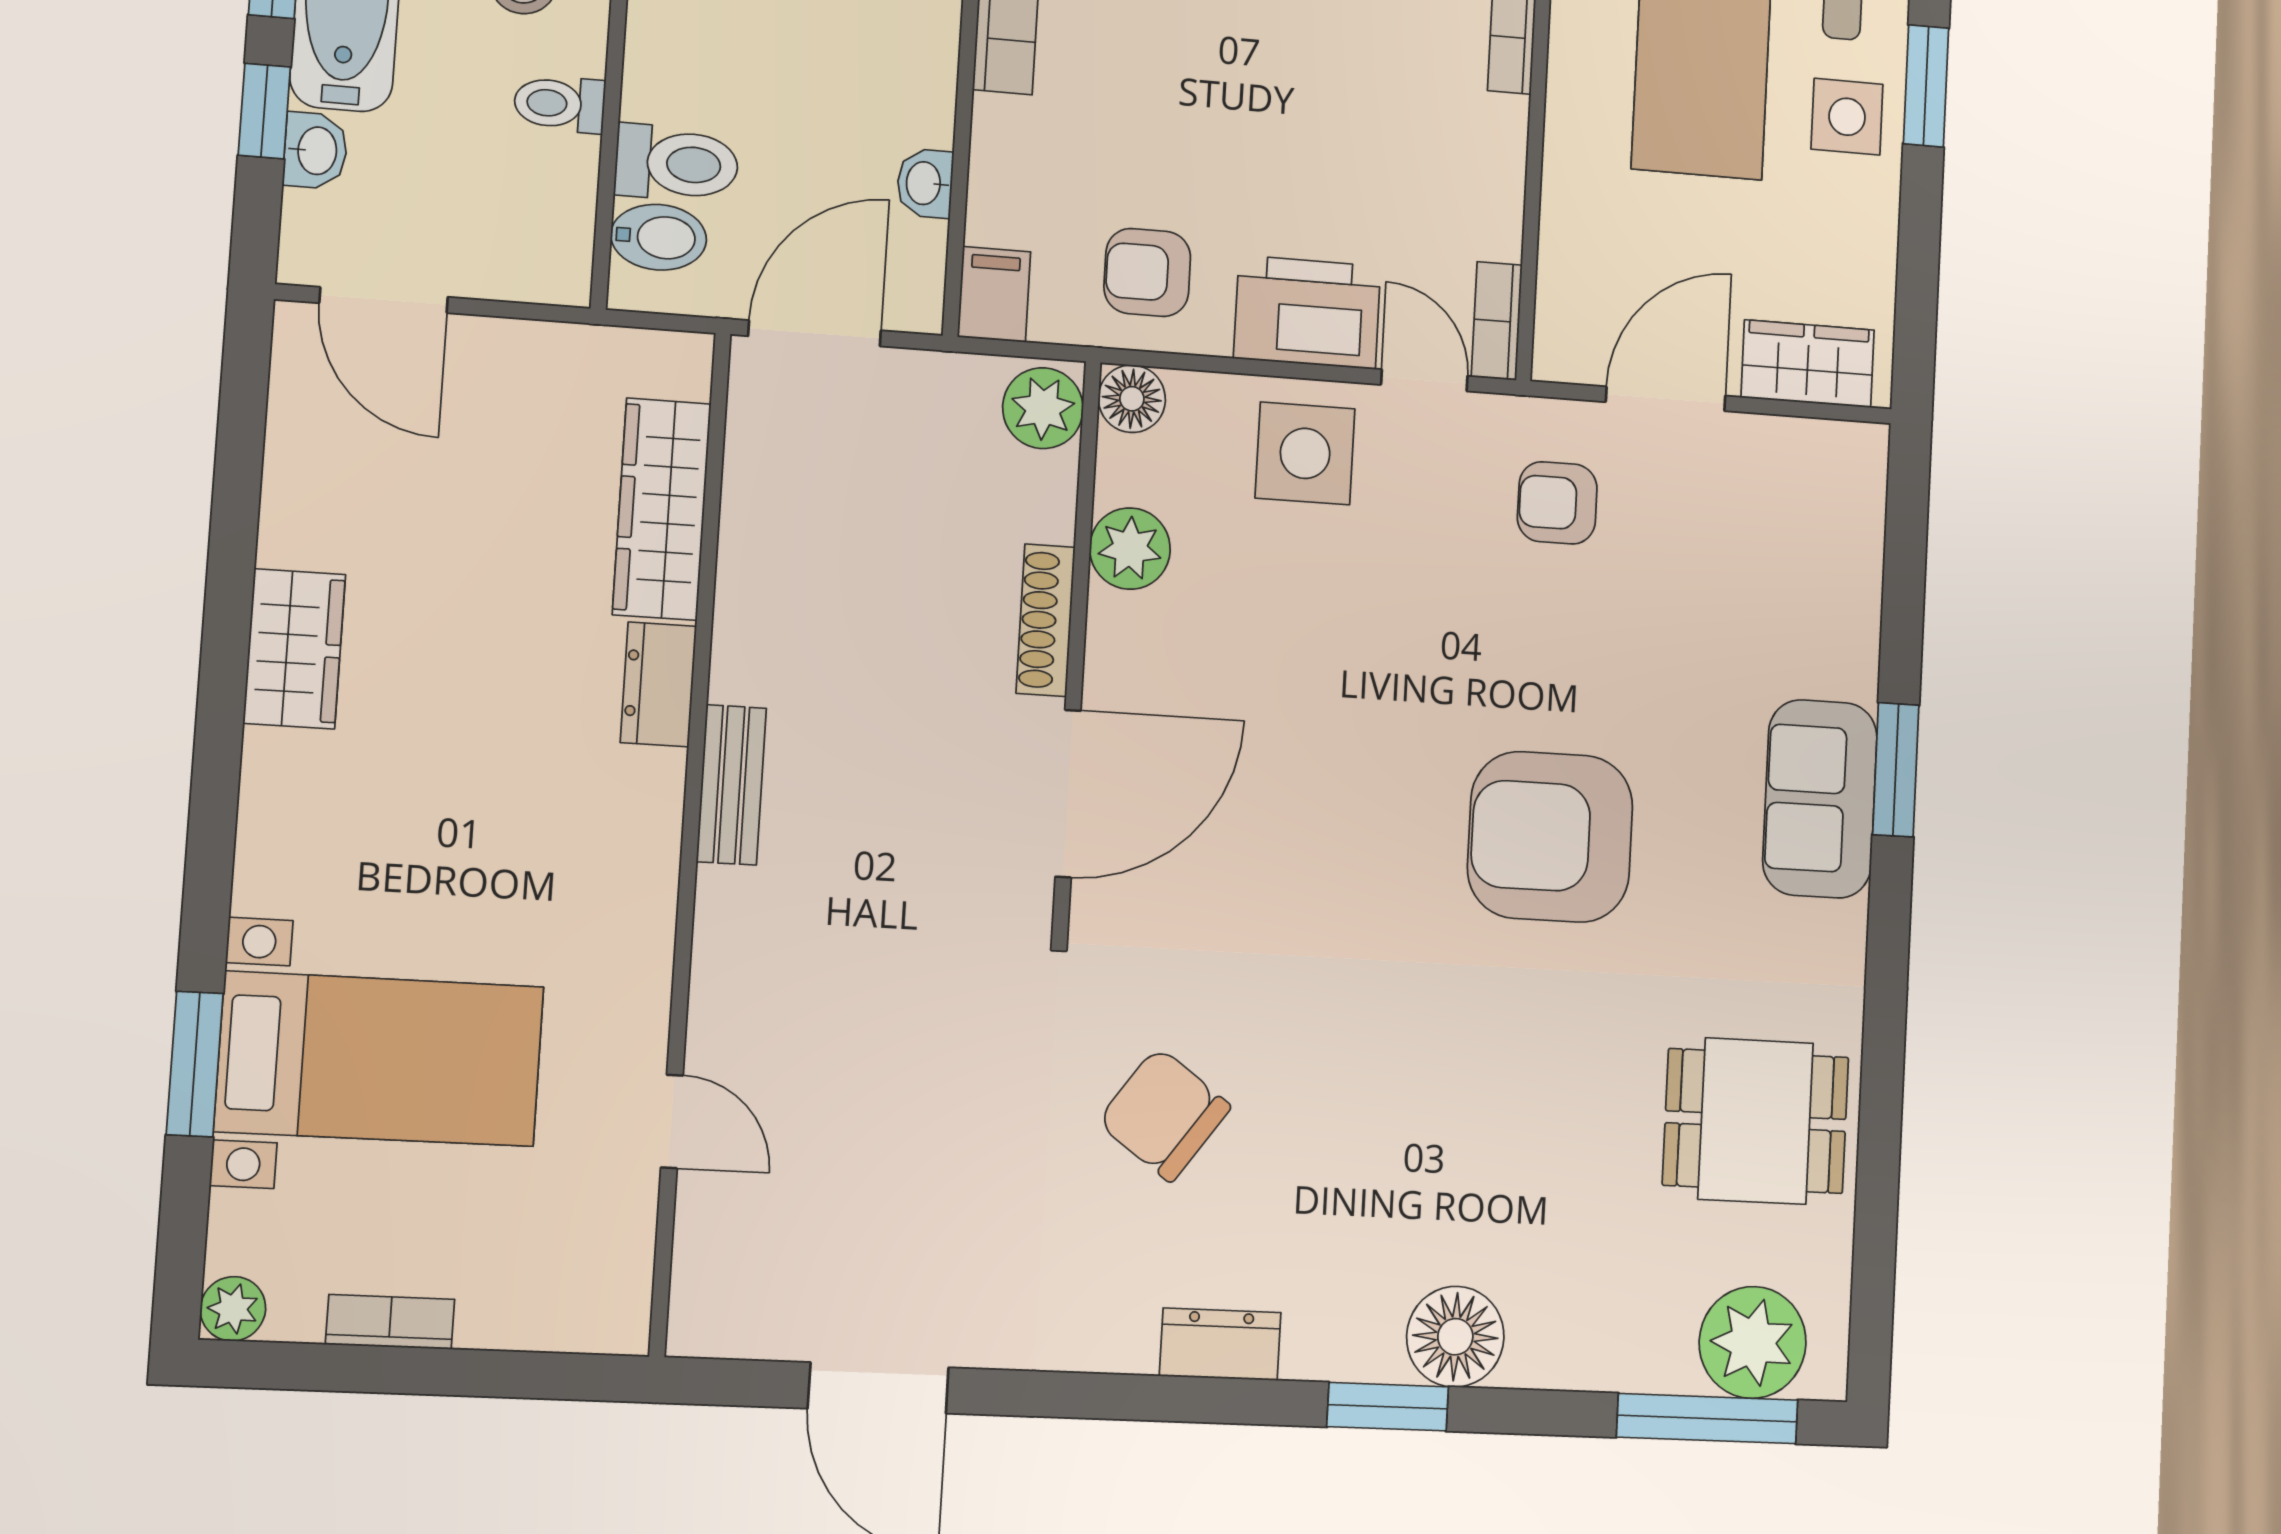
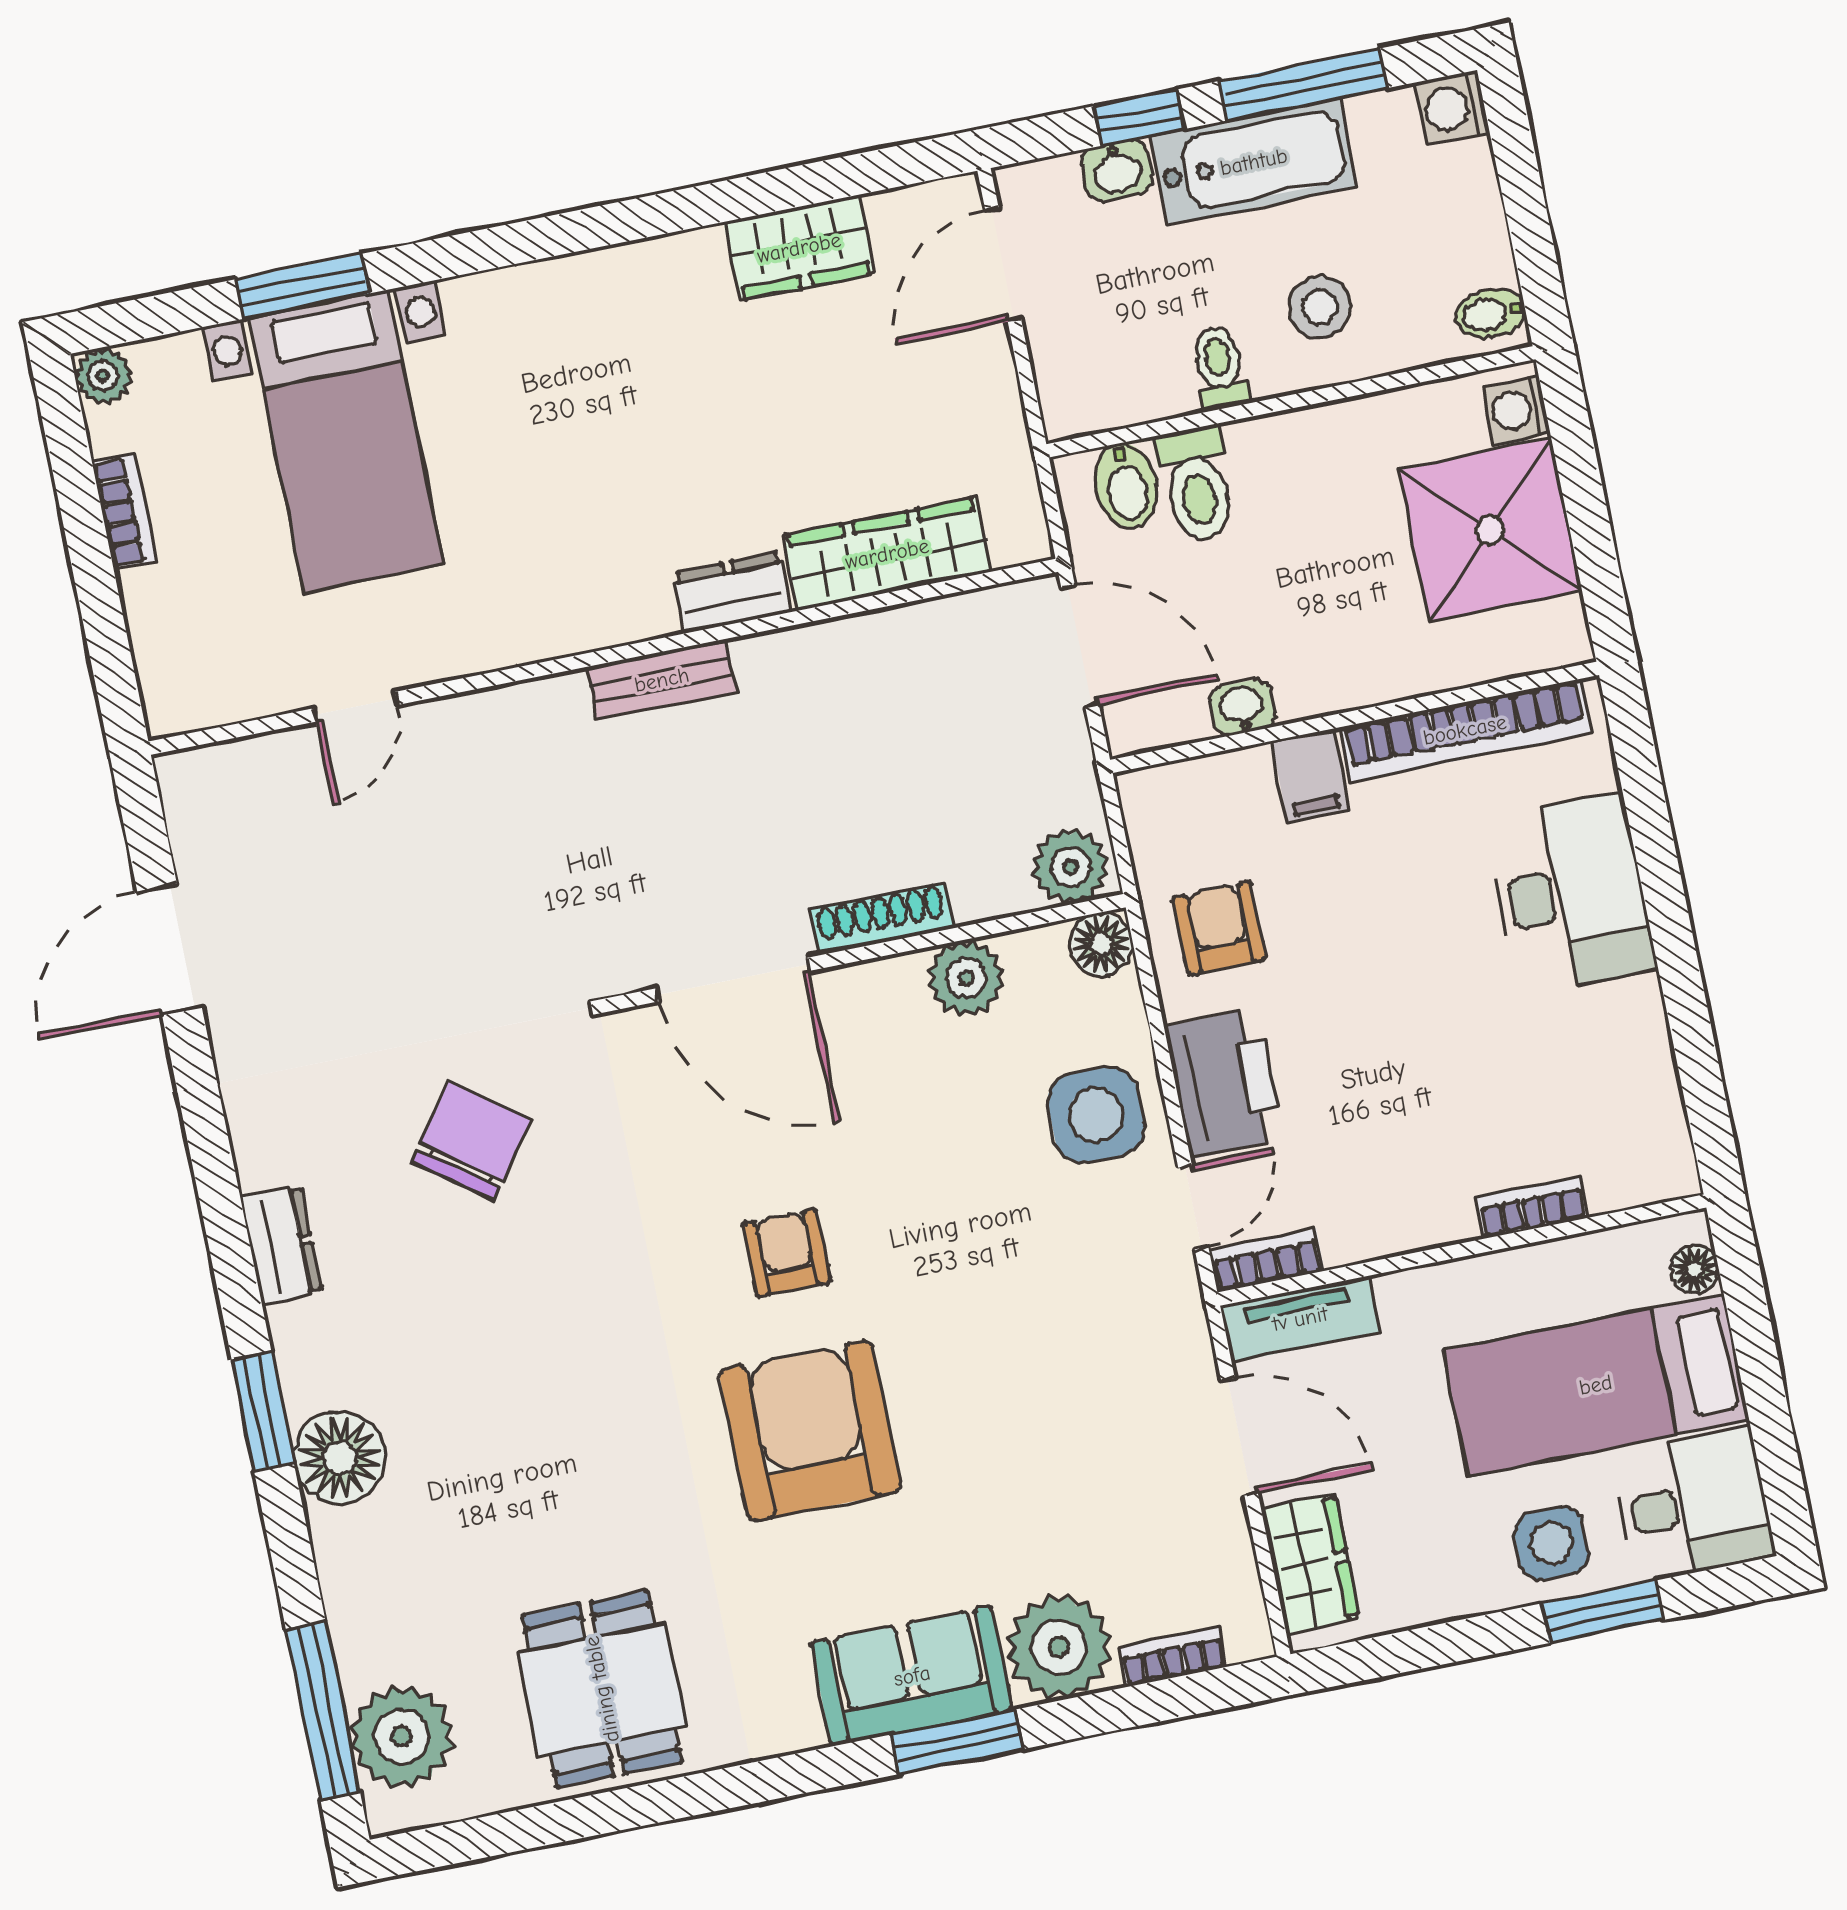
filing cabinet: (994, 294) -> (1311, 776), moved, turned 90
tv unit: (1564, 304) -> (1300, 1319), added
armchair: (1557, 503) -> (786, 1253), moved
bookcase: (1865, 528) -> (1173, 1657), added
plant: (1828, 641) -> (1059, 1647), added
wardrobe: (294, 649) -> (799, 248), moved

